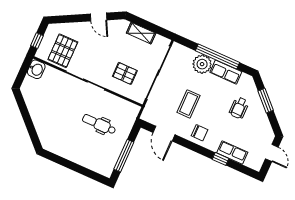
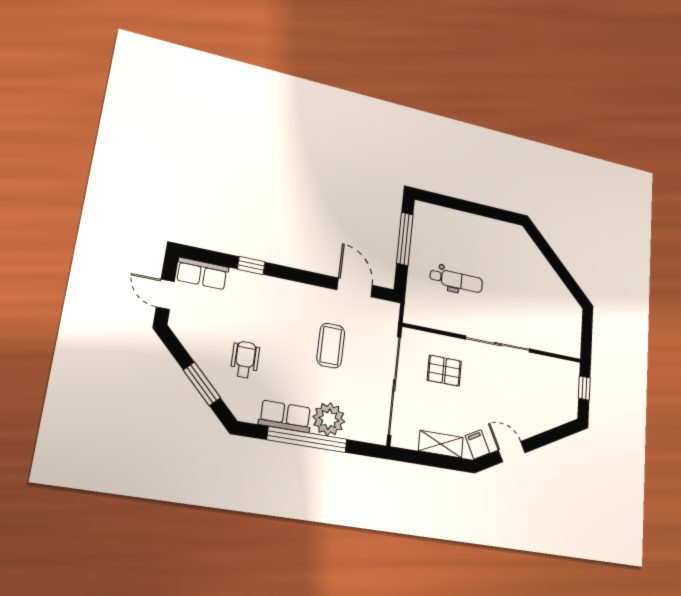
filing cabinet: (119, 27) -> (477, 444), added
pallet: (63, 51) -> (544, 382), removed
washbasin: (36, 69) -> (571, 343), removed
chair: (200, 133) -> (299, 302), removed
row of seats: (232, 153) -> (202, 274), moved

